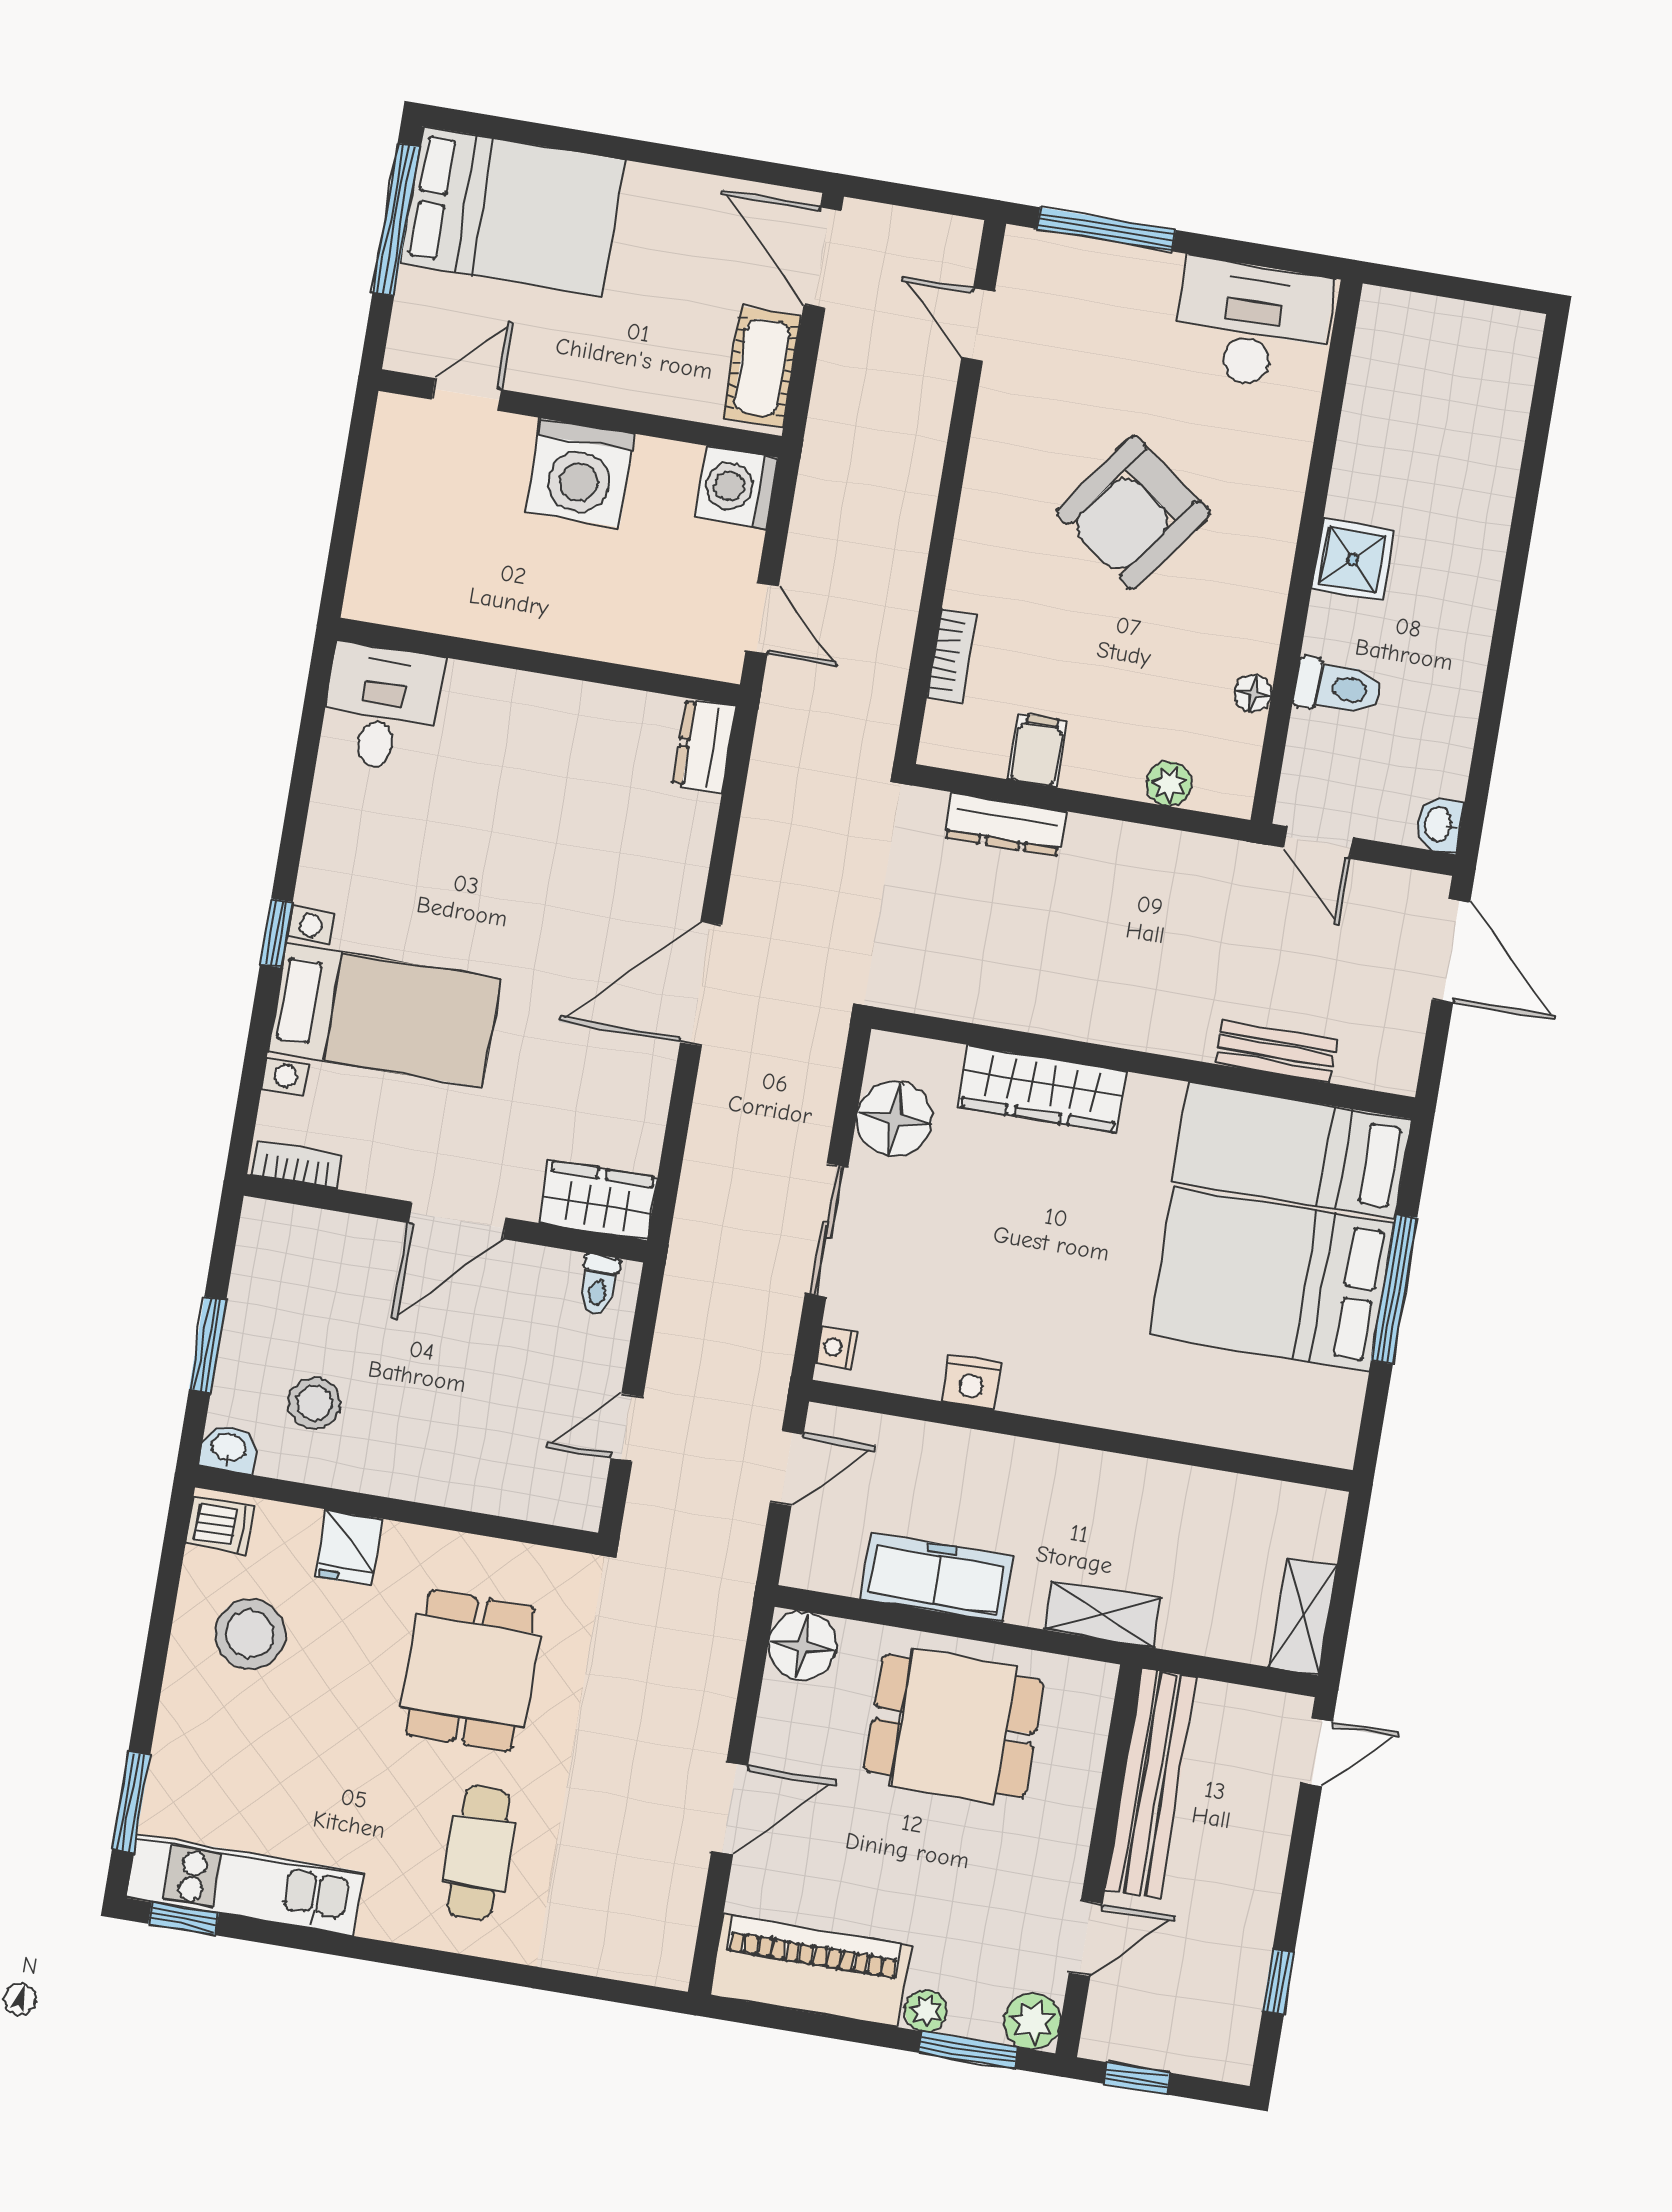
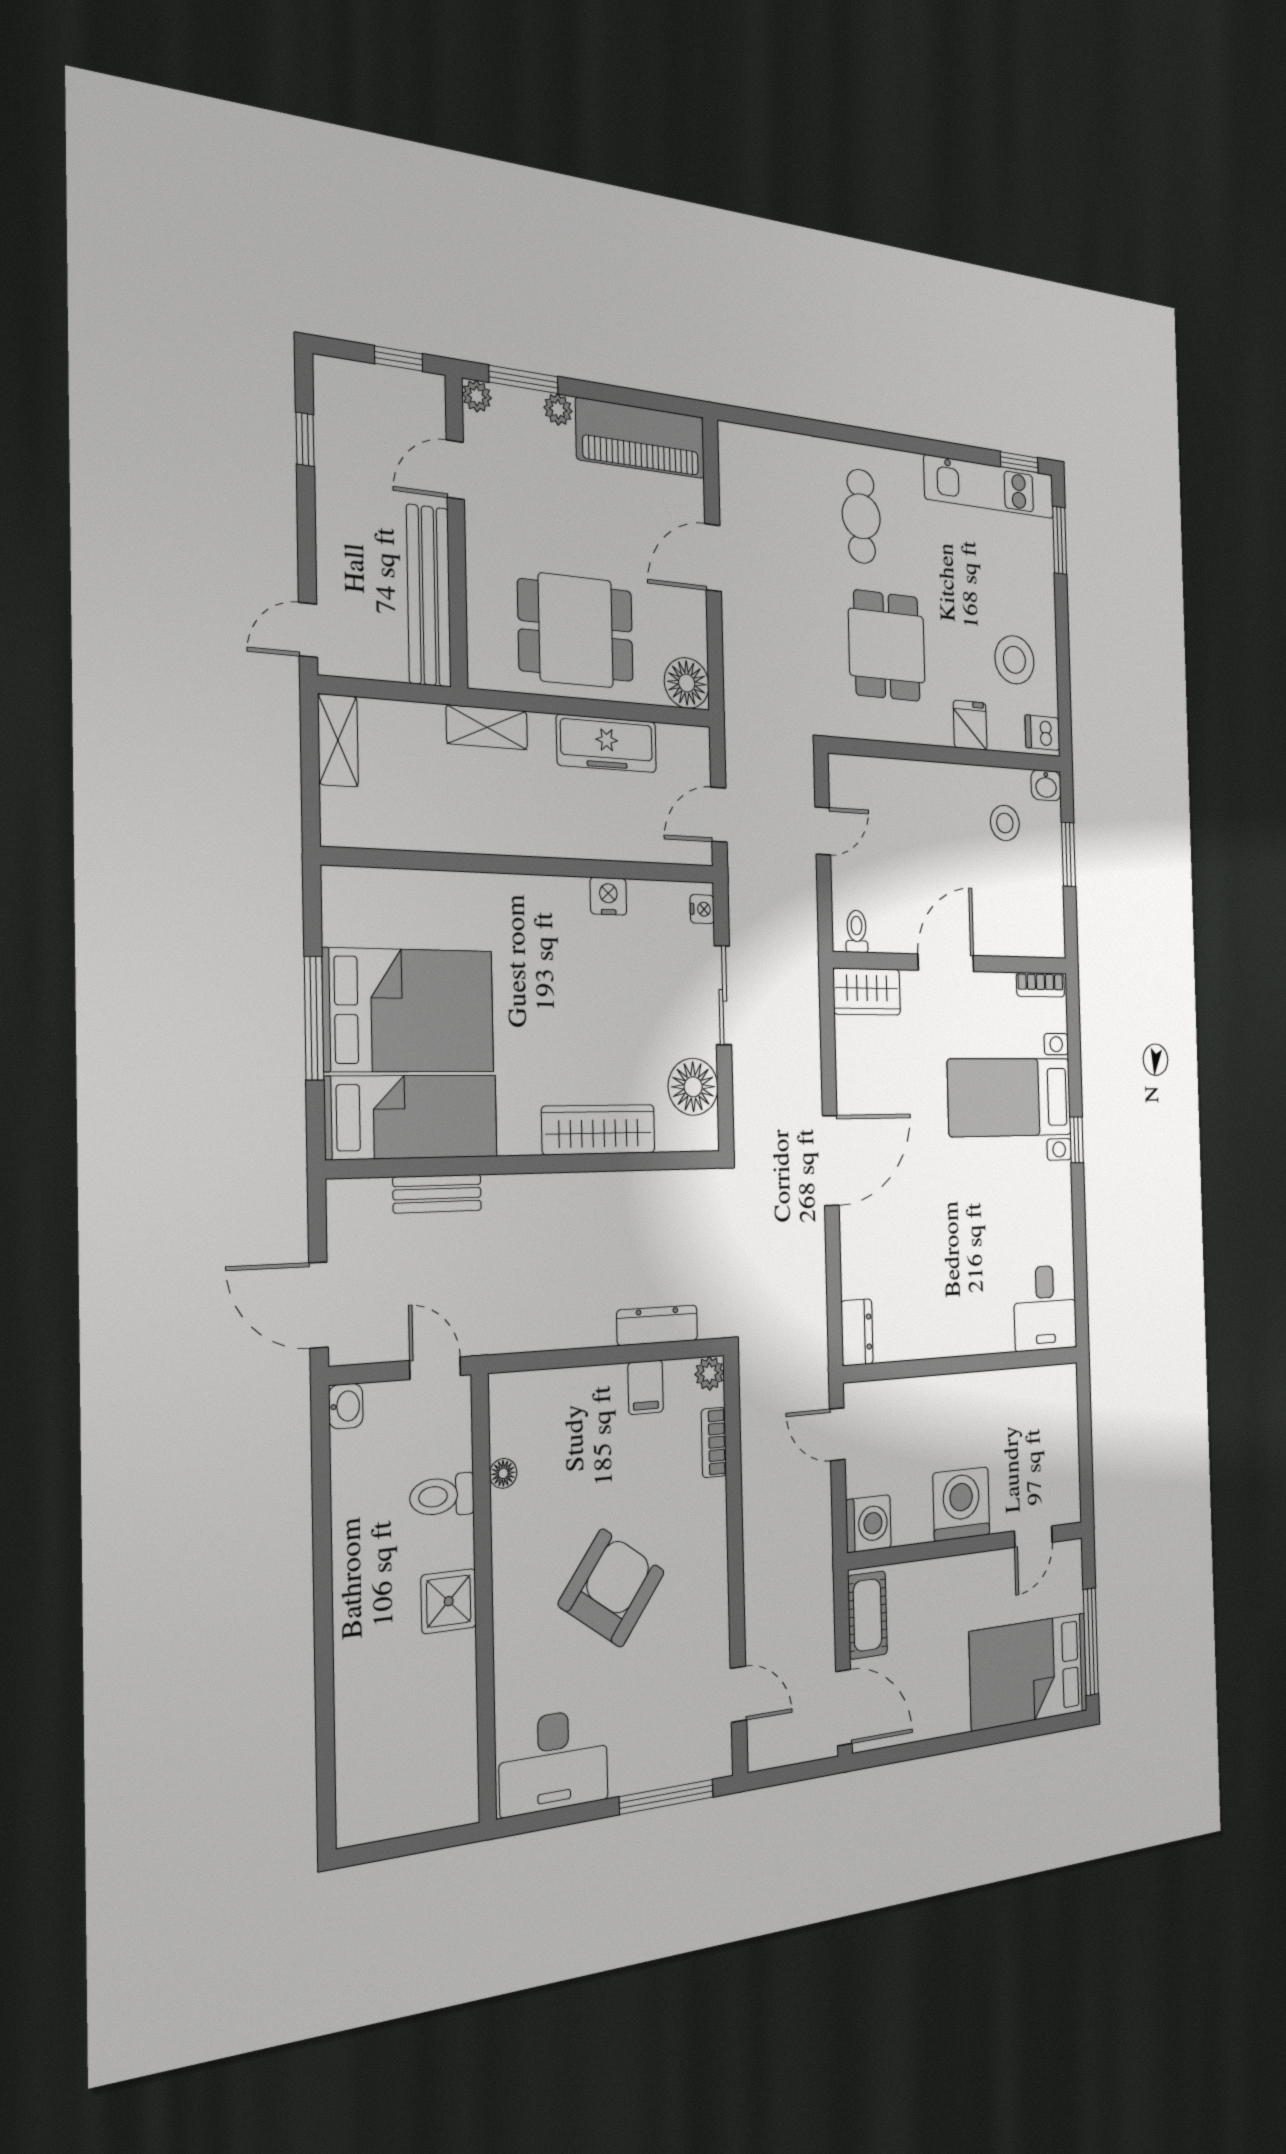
plant: (1169, 784) -> (709, 1373), moved
plant: (1032, 2021) -> (477, 396), width x0.73, depth x0.73

